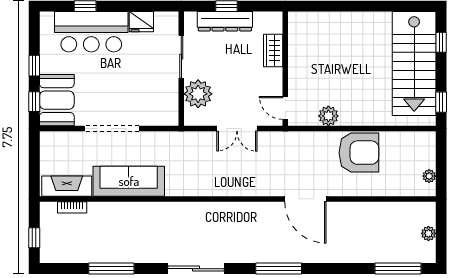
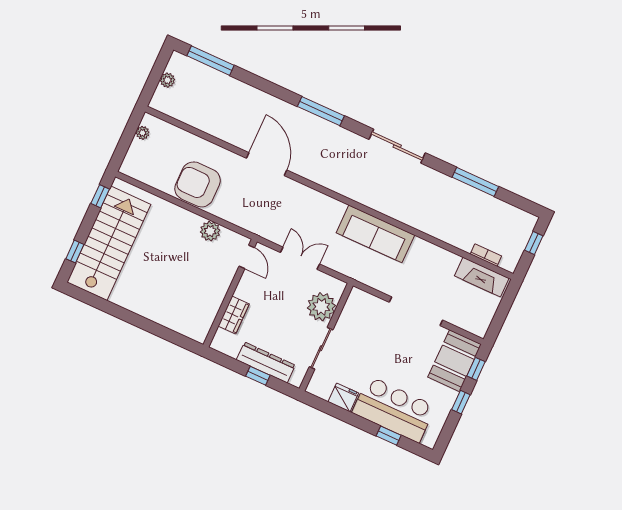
sofa: (129, 181) -> (375, 234), moved

